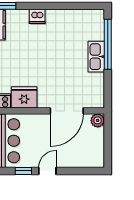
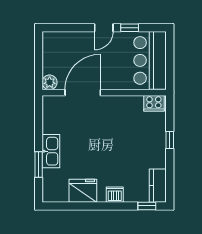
window: (108, 44) -> (39, 164), width x0.47
fridge: (24, 97) -> (83, 191), moved, turned 180

